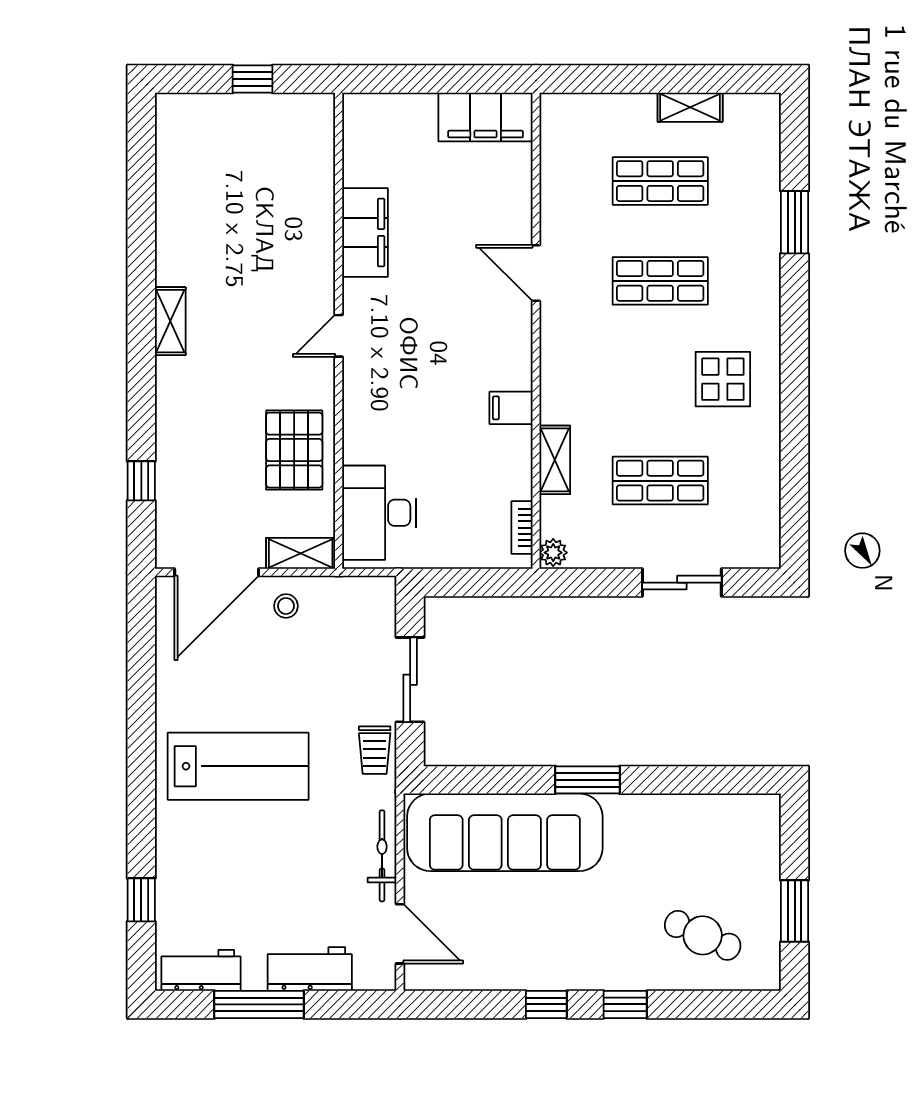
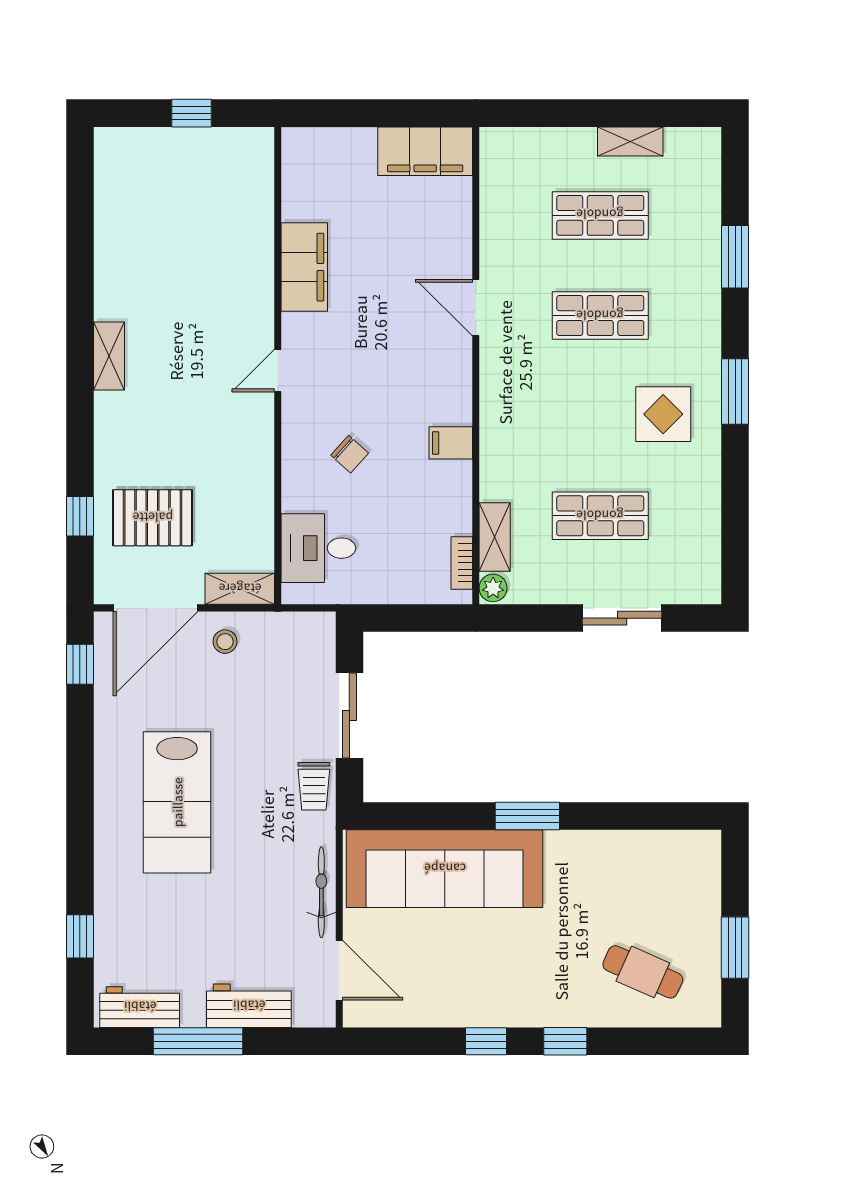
window: (795, 357) -> (735, 391), added
chair: (410, 419) -> (350, 454), added
pallet: (294, 450) -> (153, 518), moved, turned 90
shelving: (555, 460) -> (495, 537), moved
desk: (379, 513) -> (318, 548), width x0.73
window: (141, 629) -> (80, 664), added
lab bench: (238, 766) -> (177, 802), turned 90

